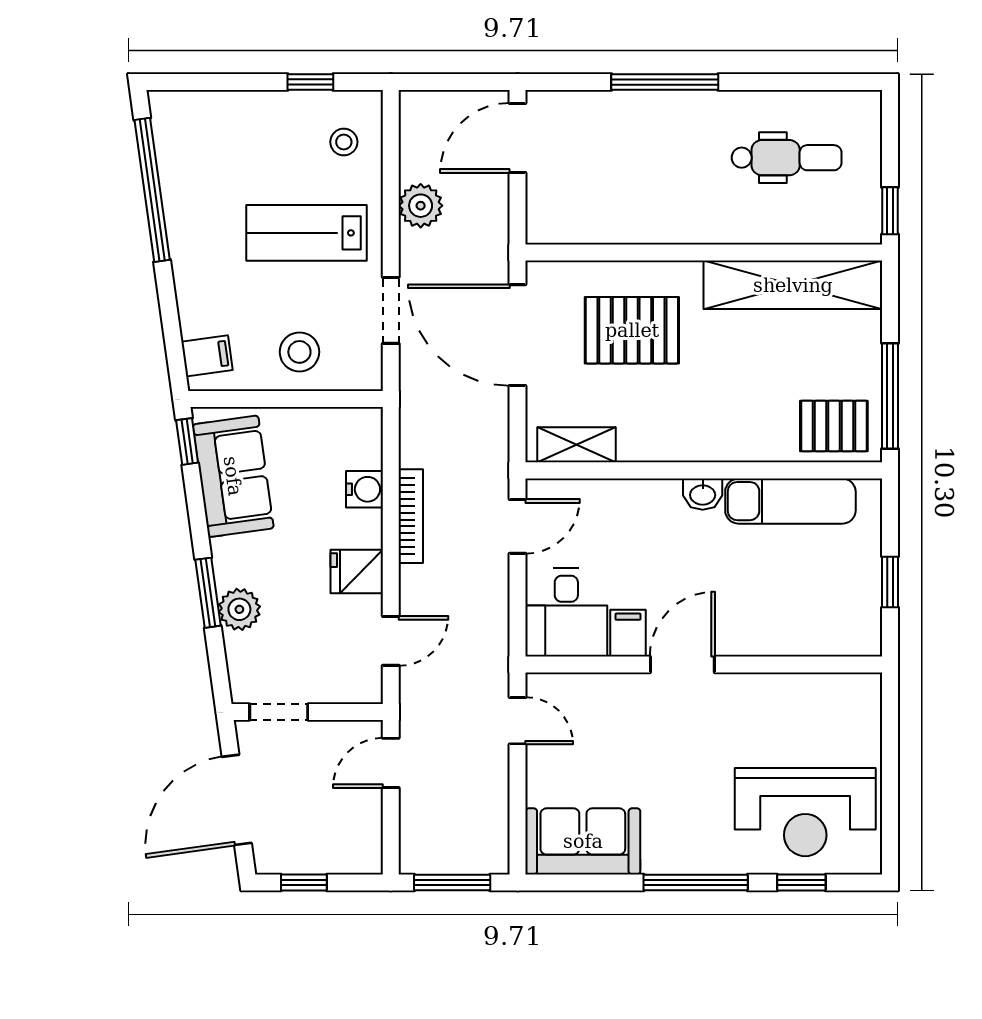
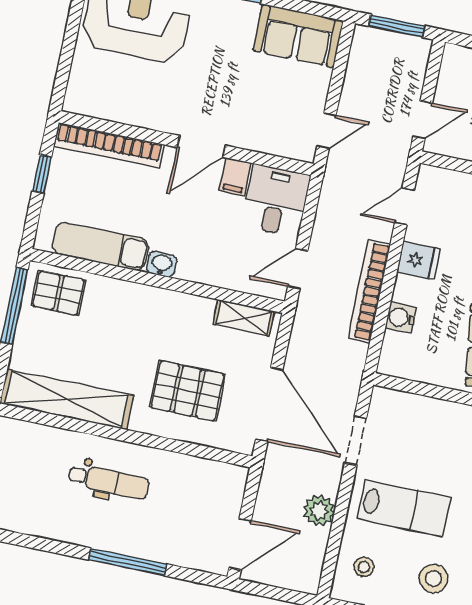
dental chair: (787, 158) -> (109, 482), moved, turned 180
stool: (299, 352) -> (434, 579), moved
bookcase: (411, 516) -> (369, 291), width x1.48, depth x1.31
bookcase: (808, 640) -> (109, 145), added
door: (518, 721) -> (326, 131), swing flipped

